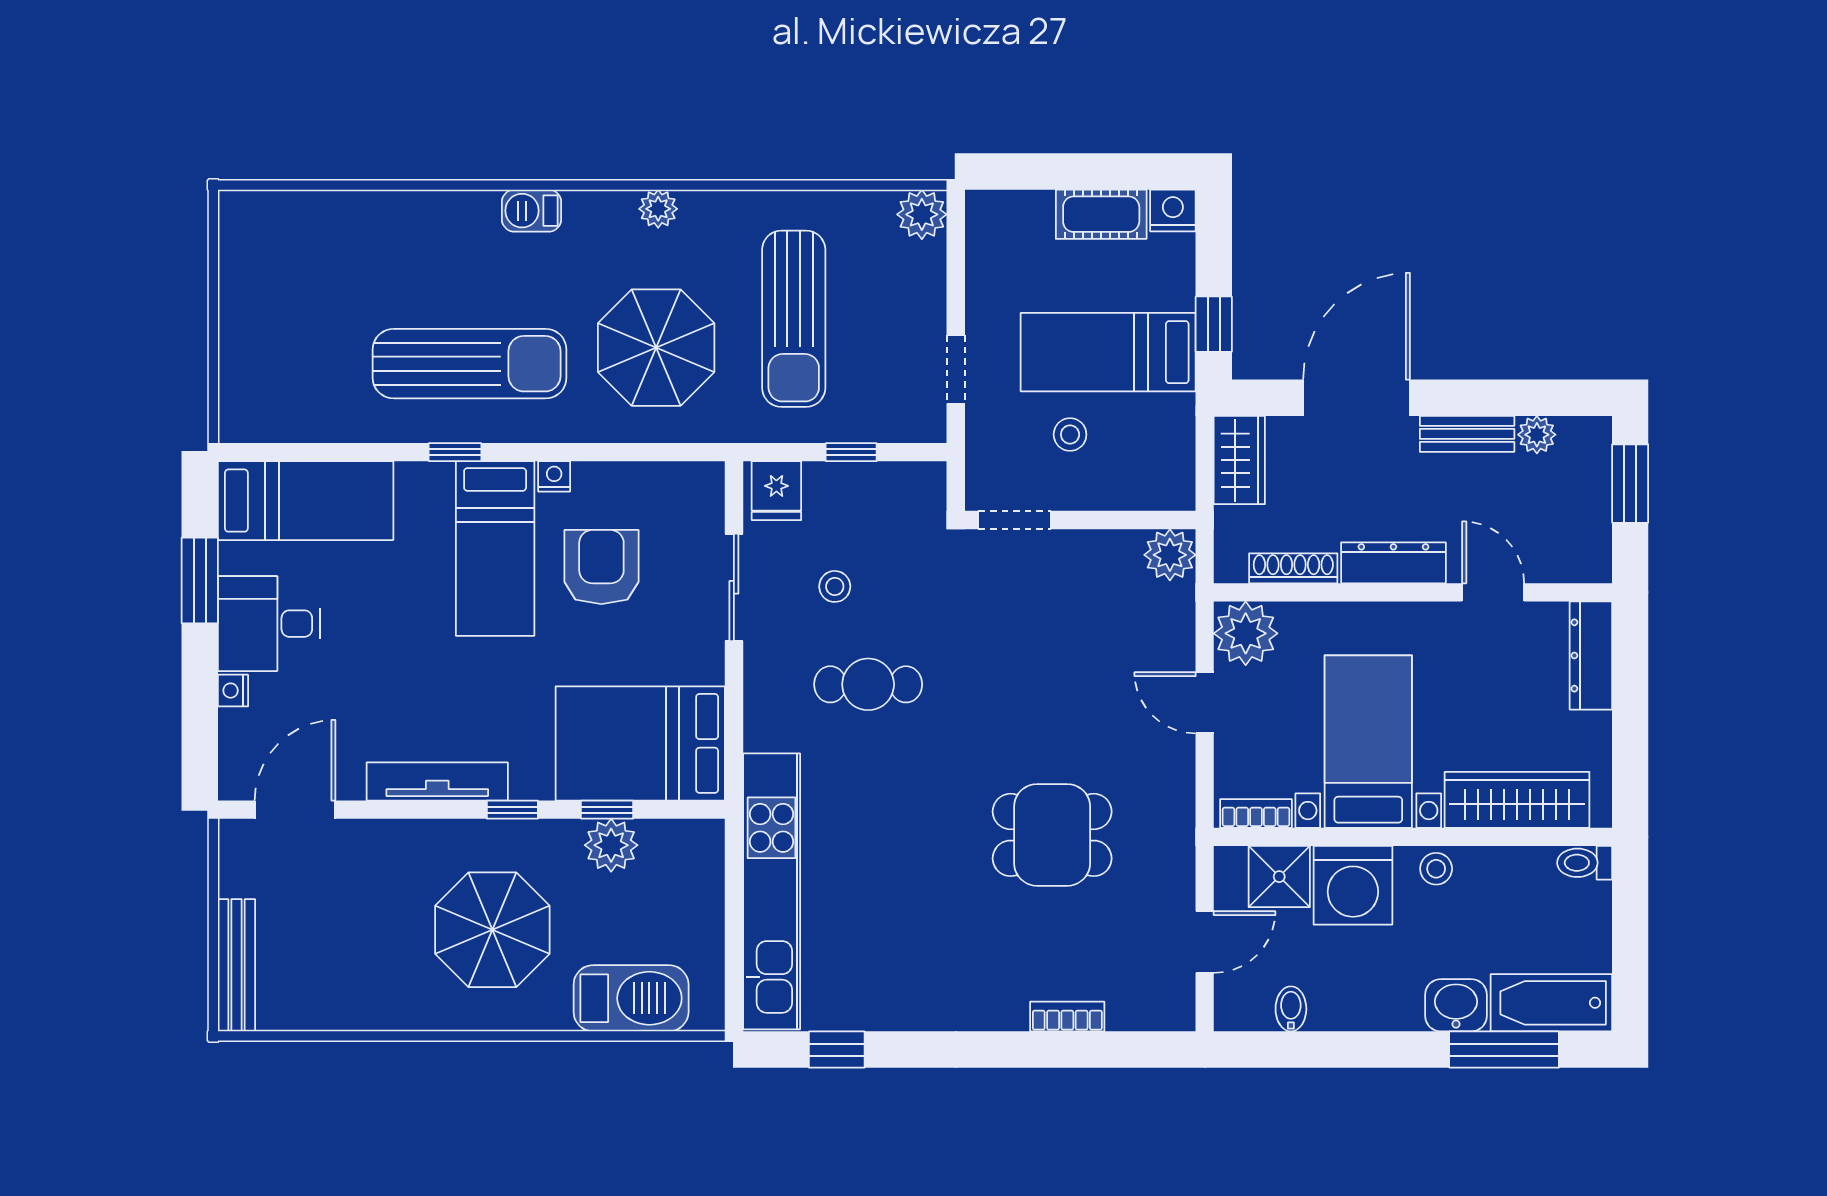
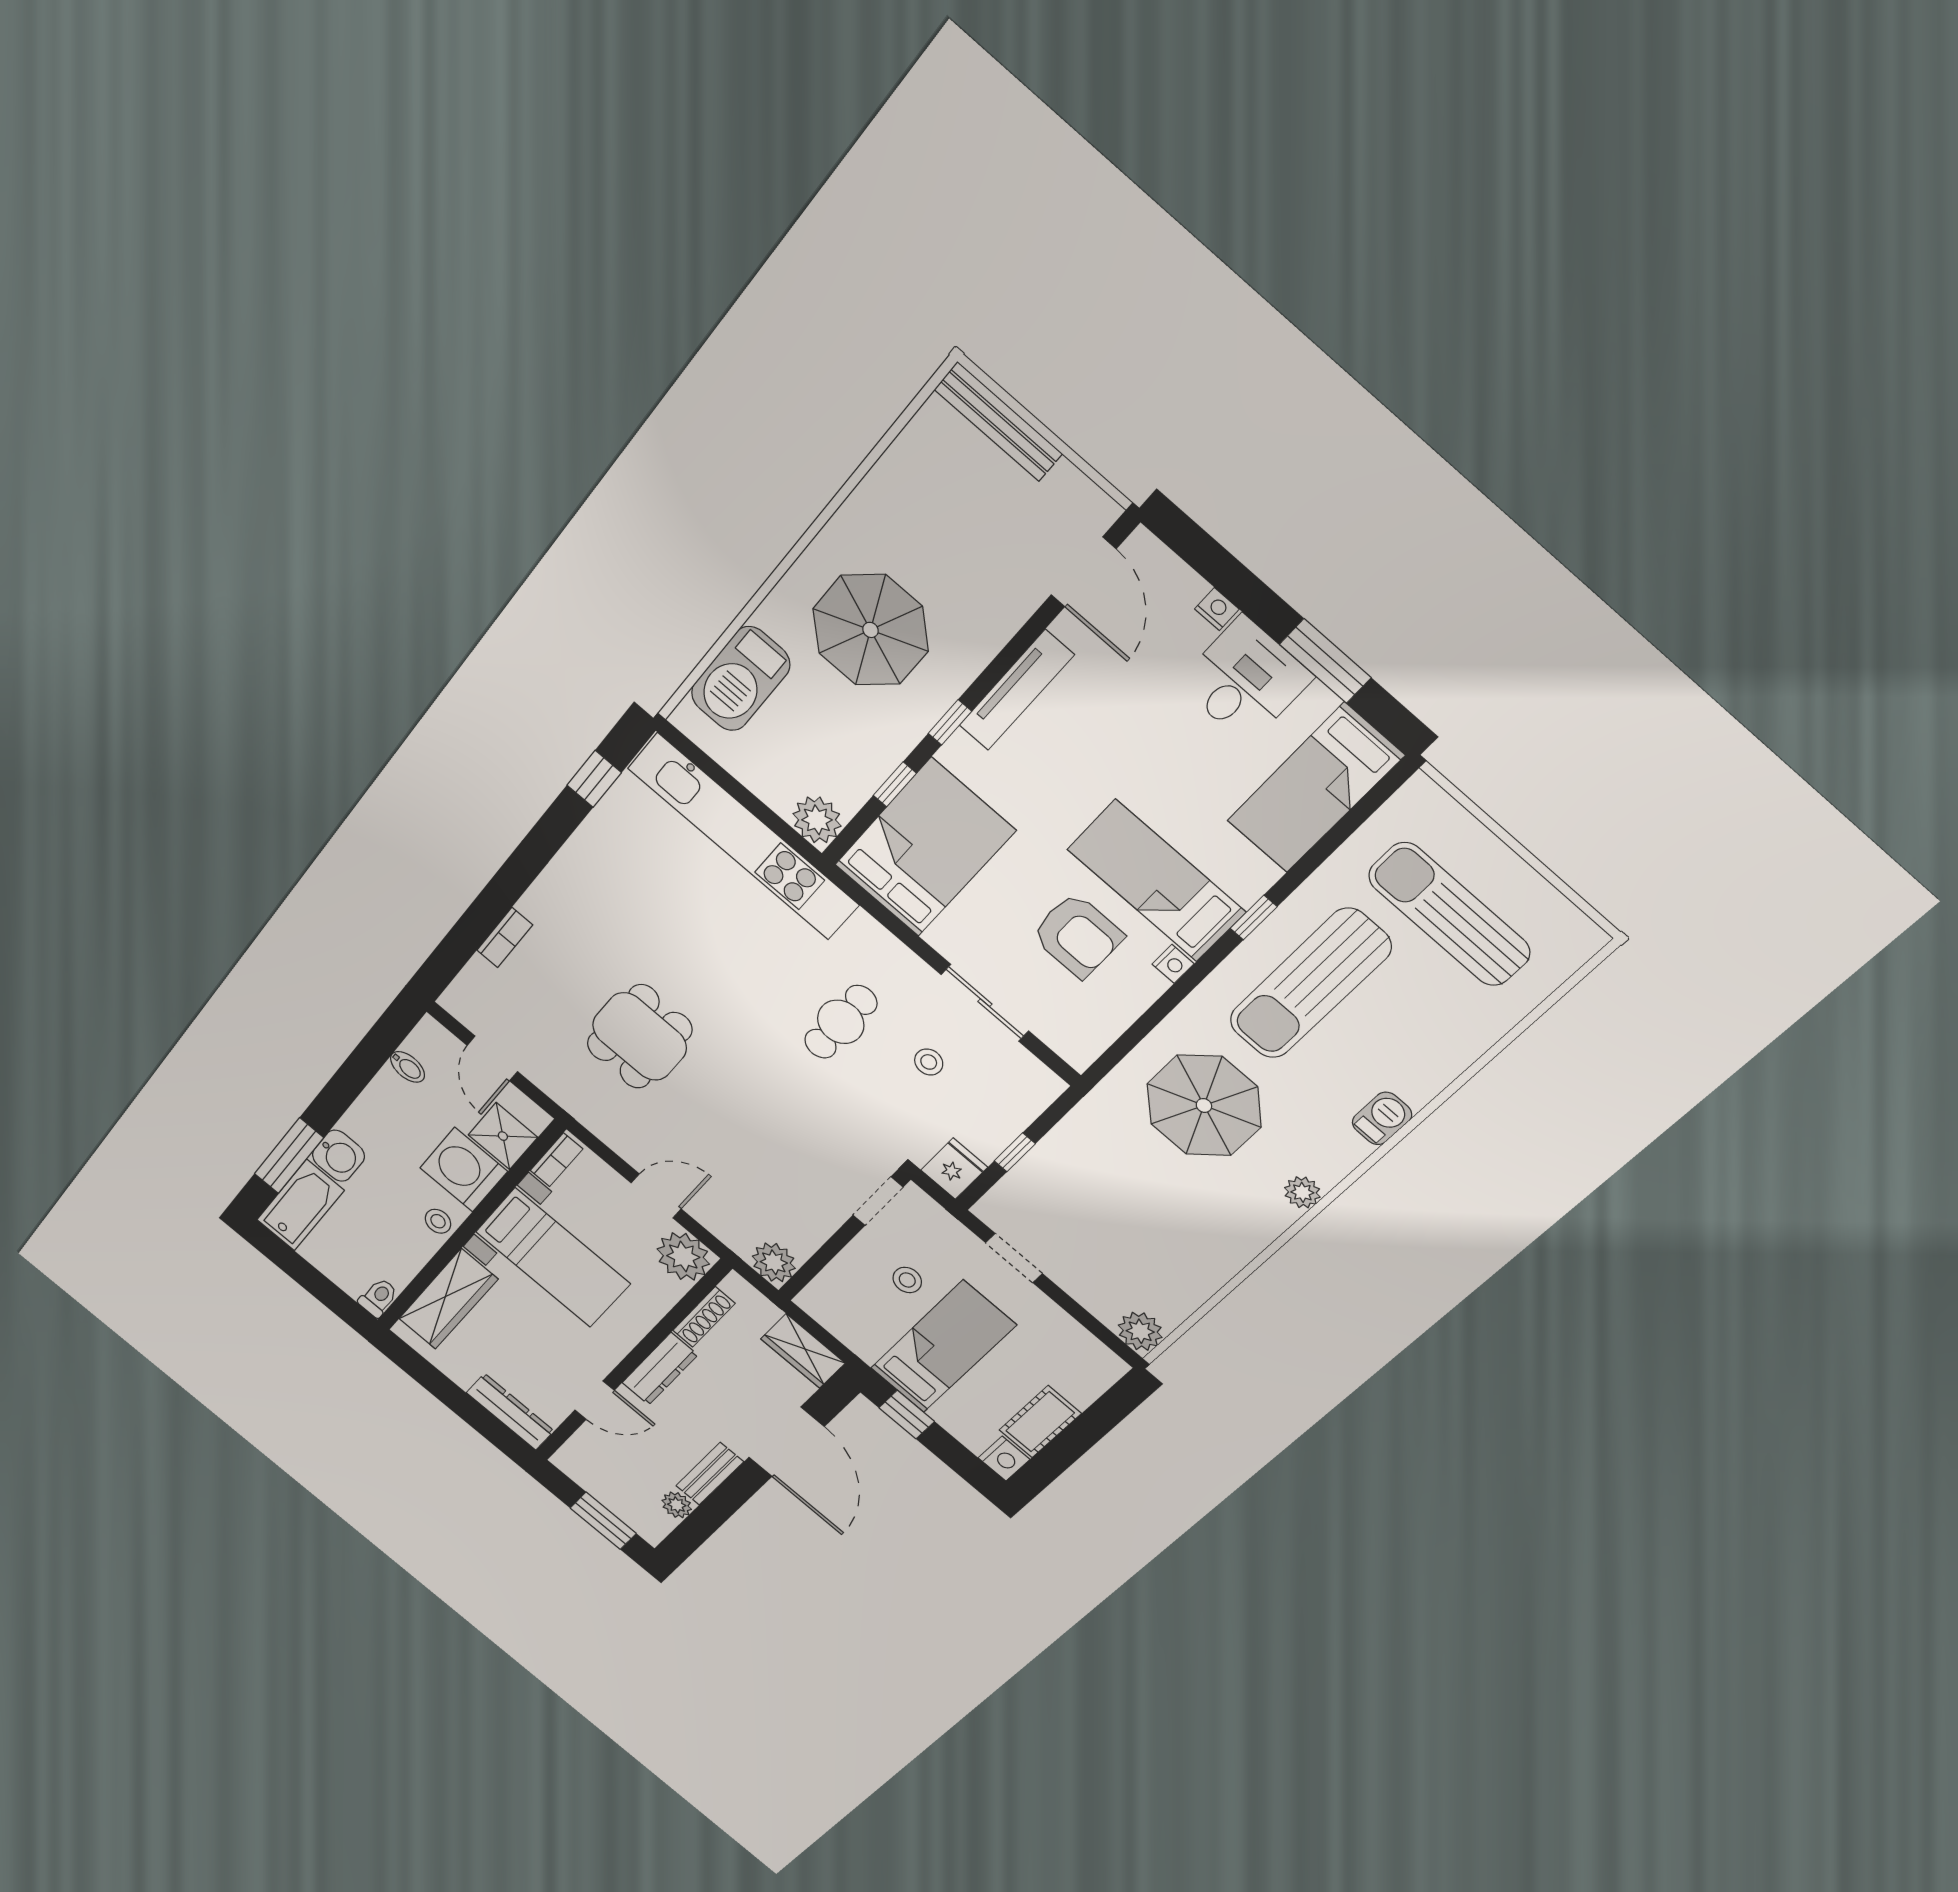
sun lounger: (794, 319) -> (1449, 914), moved
fridge: (776, 491) -> (954, 1169), moved, turned 90
plant: (611, 845) -> (817, 820), moved

